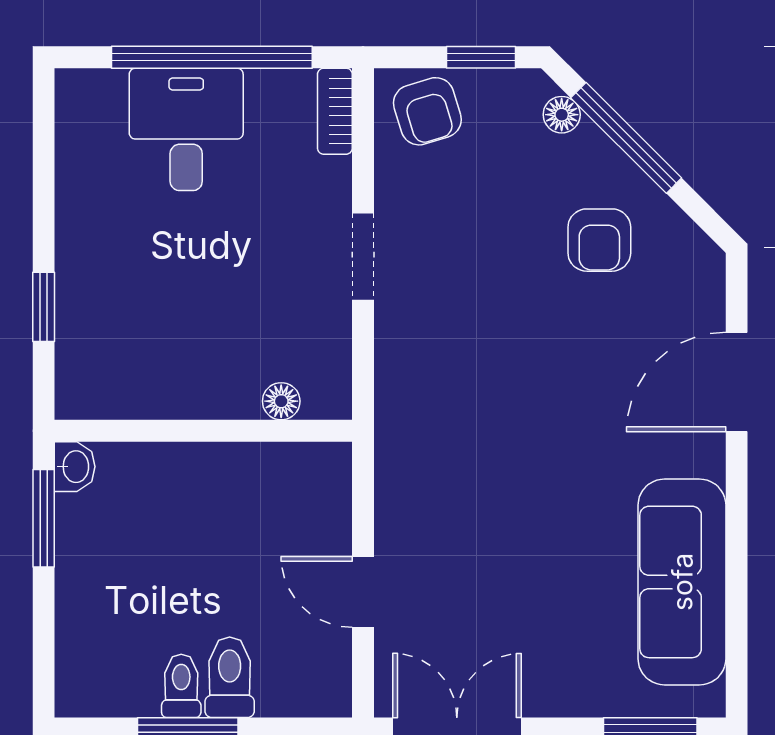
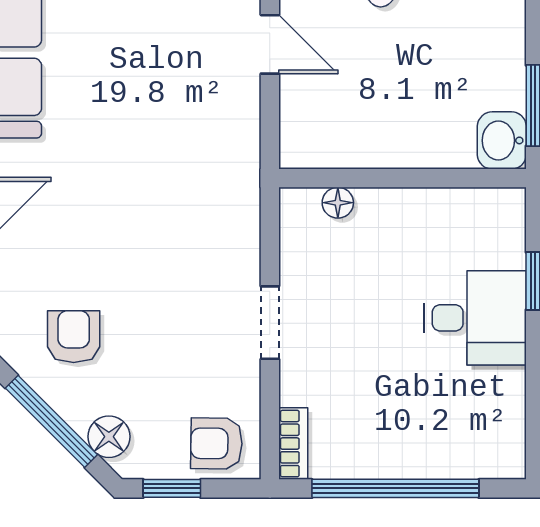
armchair: (427, 111) -> (216, 444), turned -72
floor lamp: (562, 115) -> (109, 437), width x1.37, depth x1.37
desk: (186, 129) -> (475, 318), moved, turned -90
washbasin: (75, 467) -> (502, 140), width x1.38, depth x1.45

